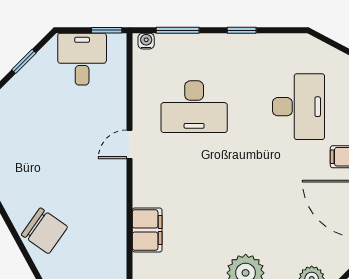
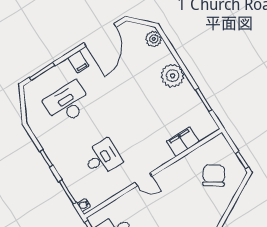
desk: (194, 107) -> (102, 158), width x0.73
chair: (45, 231) -> (214, 176), moved

